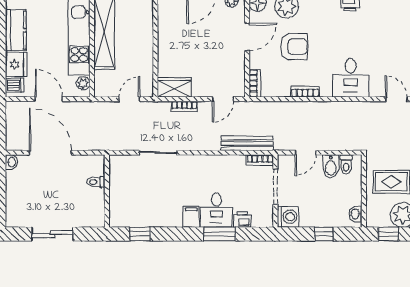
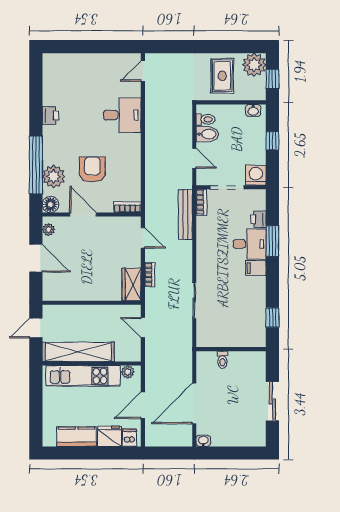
bookcase: (305, 92) -> (136, 159), removed

